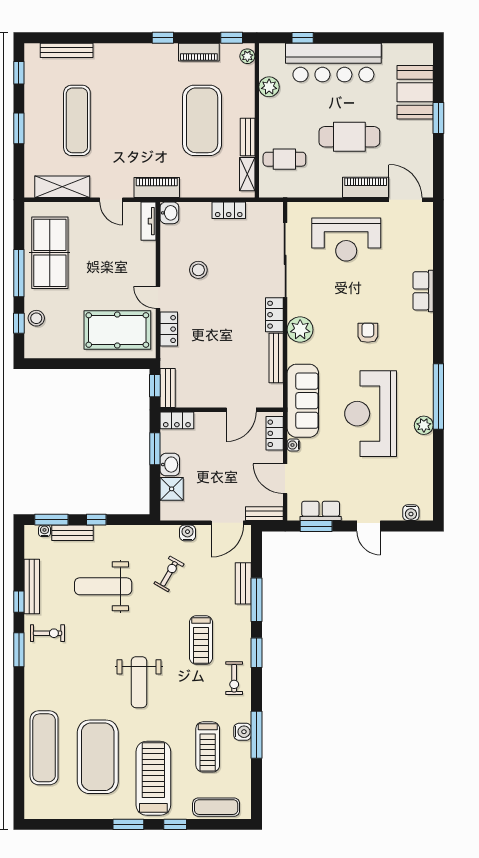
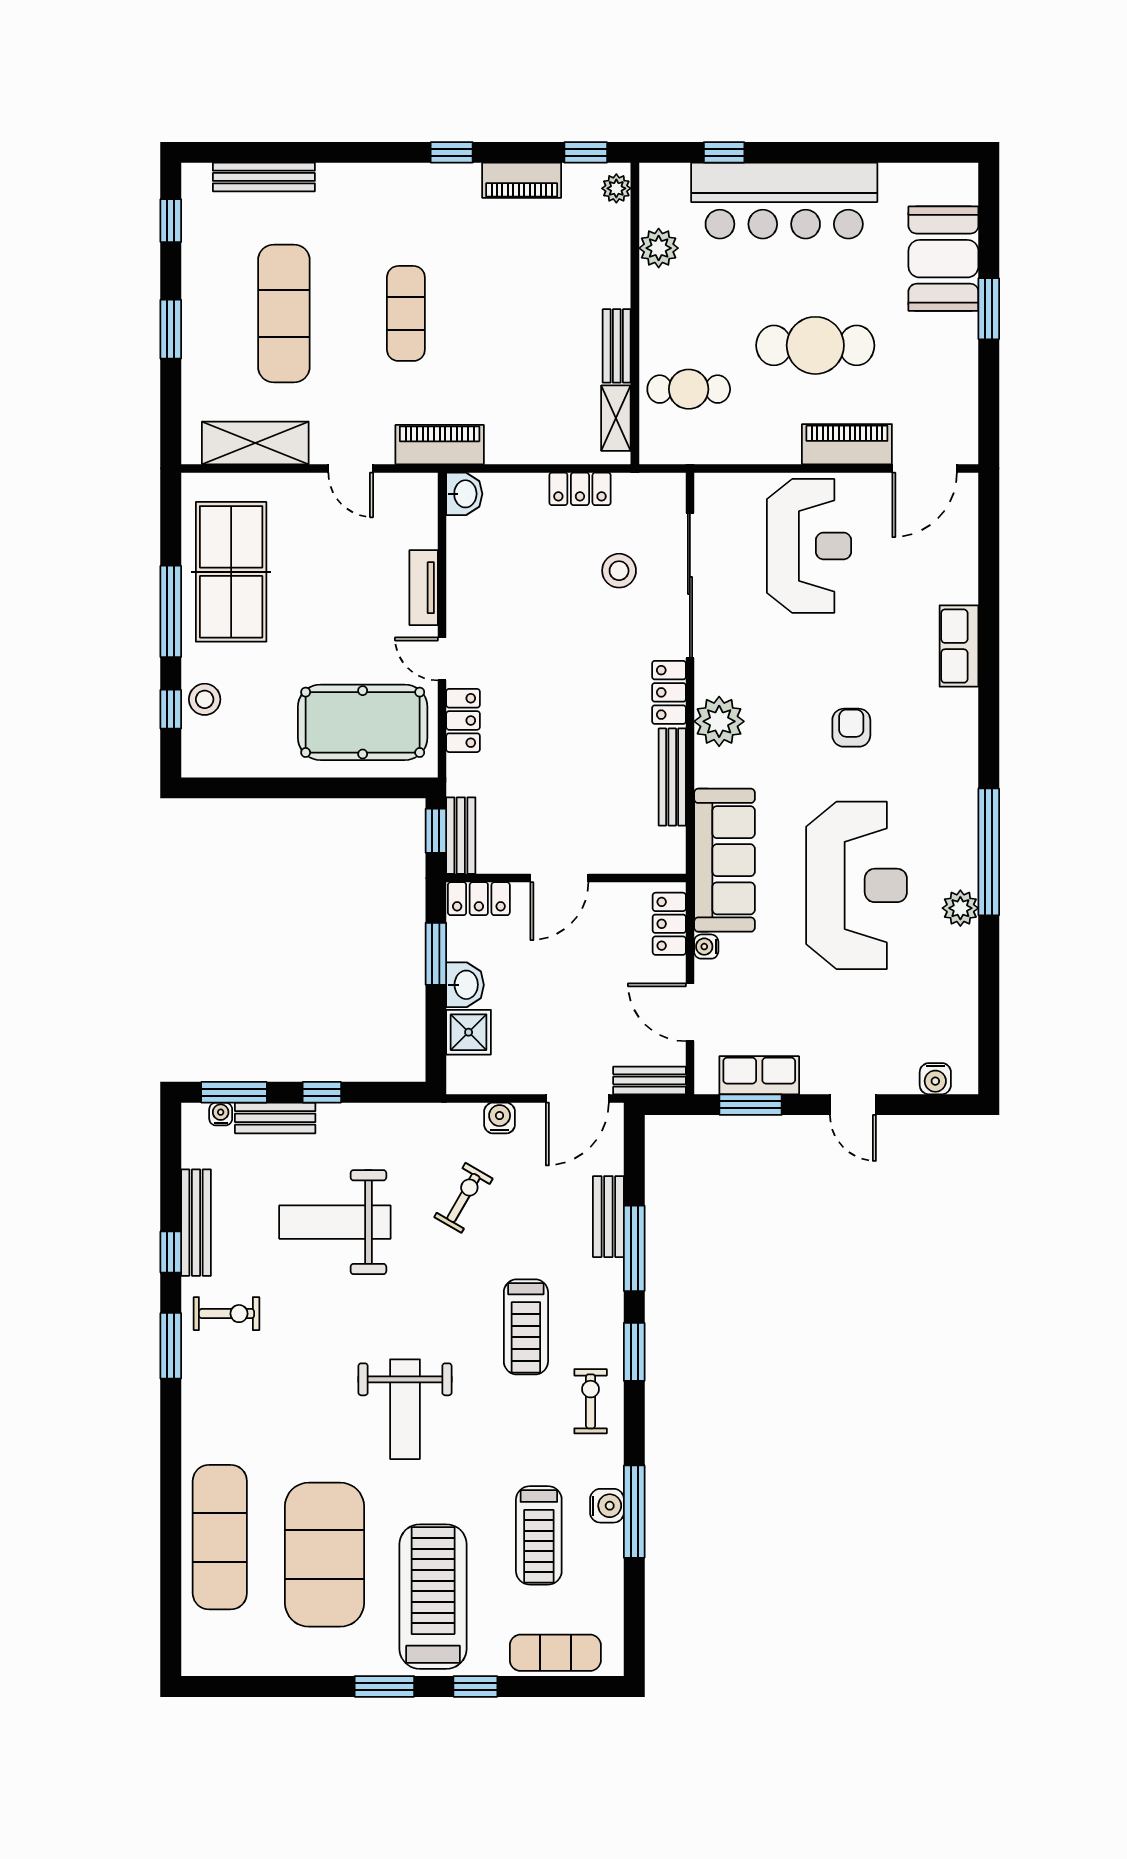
exercise mat: (202, 120) -> (406, 313), moved, width x0.50, depth x0.69
door: (405, 200) -> (925, 468), swing flipped
tv unit: (149, 221) -> (424, 588), moved
reception desk: (346, 240) -> (809, 546), turned -90
stool: (198, 270) -> (619, 571), moved
door: (241, 410) -> (559, 878), moved
reception desk: (371, 414) -> (857, 885), turned 180
exercise bike: (234, 678) -> (591, 1401), turned 180

